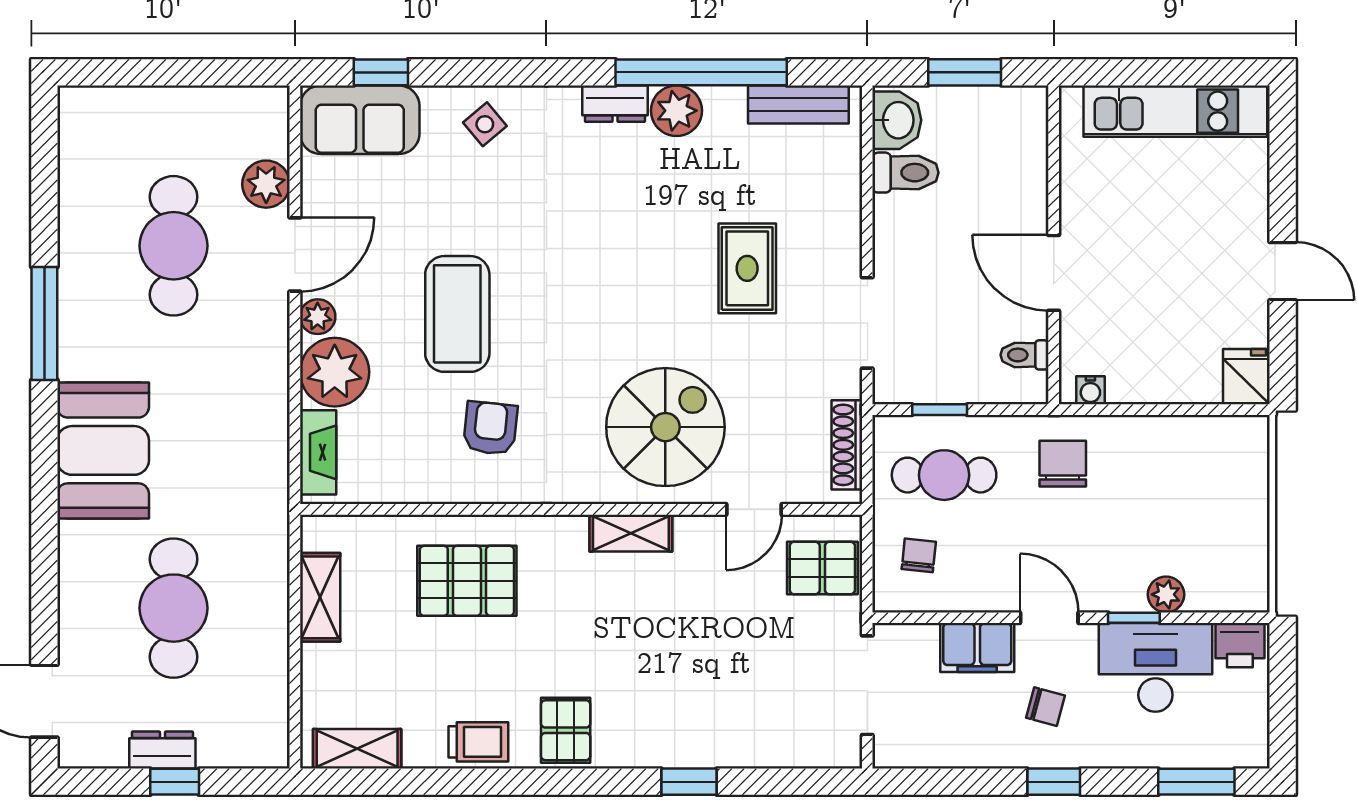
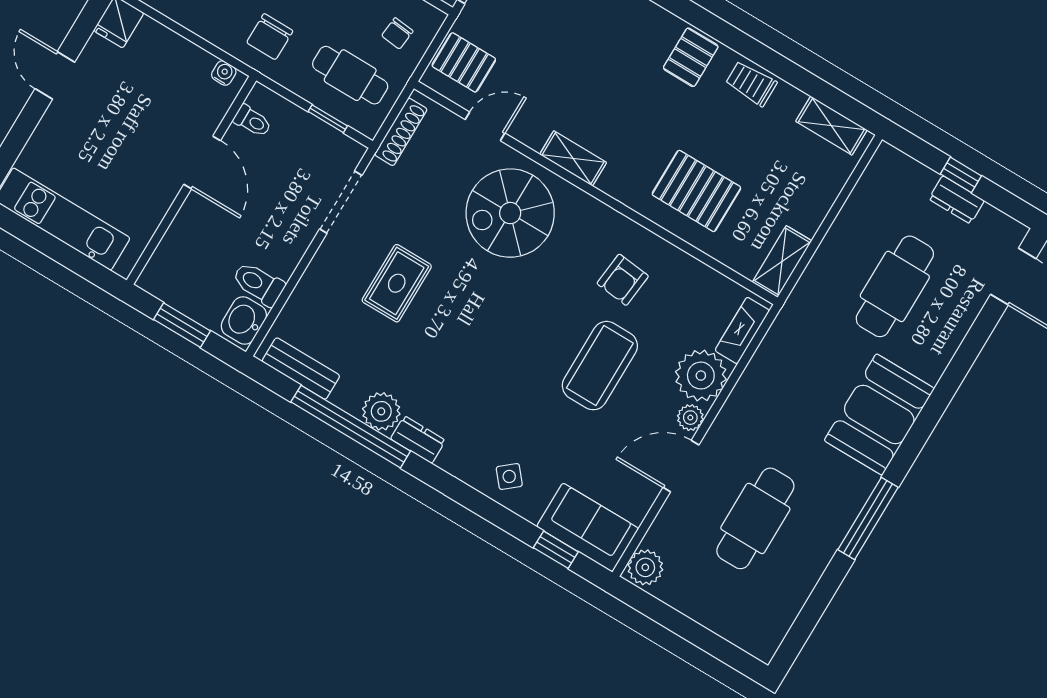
plant: (266, 184) -> (645, 567), moved
shelving: (320, 597) -> (782, 261), moved

